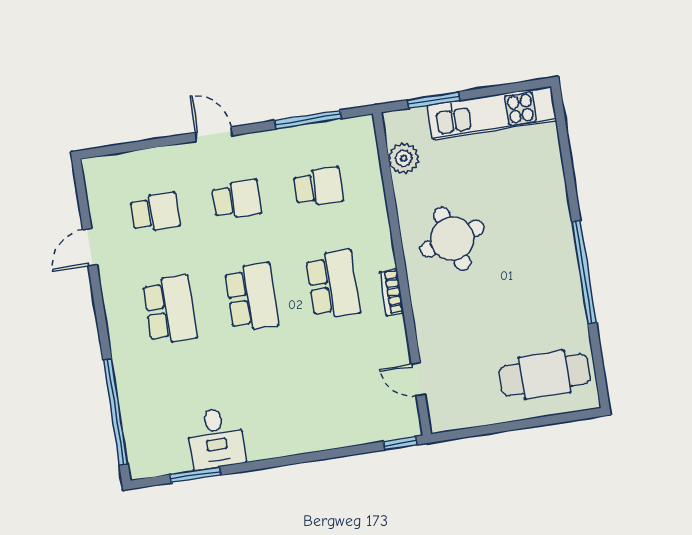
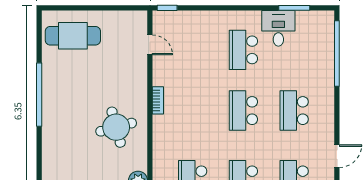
school desk: (333, 285) -> (243, 50), moved

